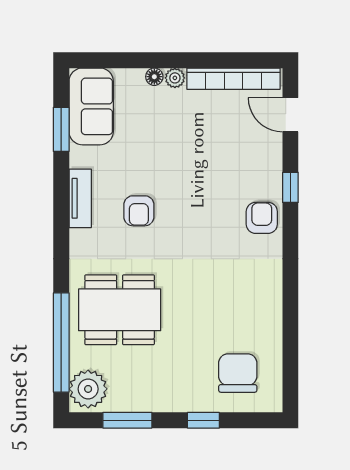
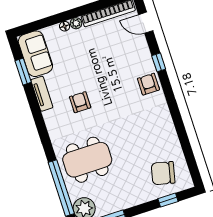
tv unit: (80, 198) -> (42, 94), moved
armchair: (139, 211) -> (80, 102), turned 180
chair: (238, 373) -> (163, 173), turned -77
window: (203, 420) -> (168, 200), moved

